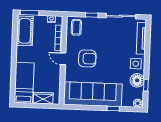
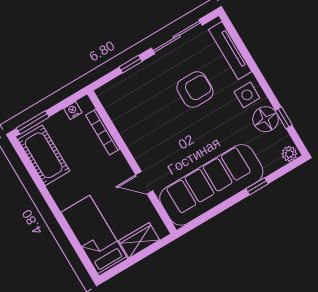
coffee table: (76, 27) -> (119, 98), removed
door: (63, 59) -> (144, 183), moved
armchair: (87, 59) -> (195, 90), moved

